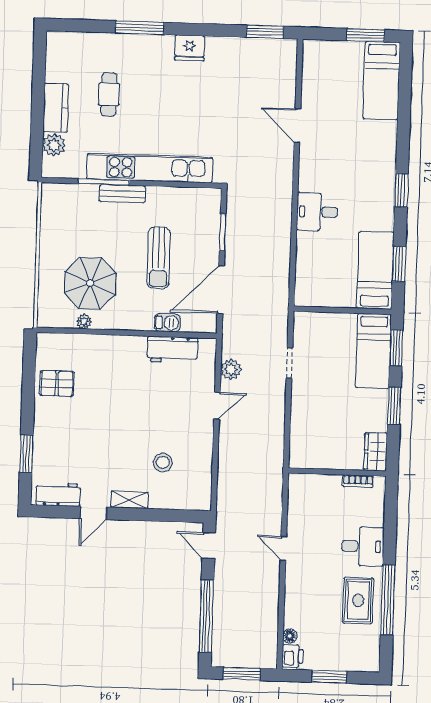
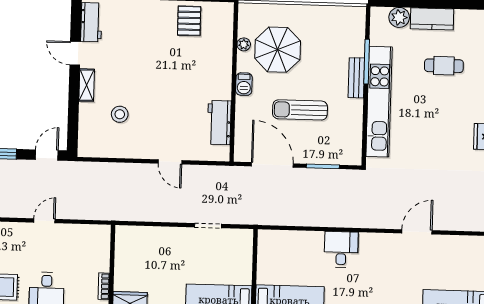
barbecue: (167, 323) -> (244, 84), moved
plant: (231, 369) -> (202, 174), removed

